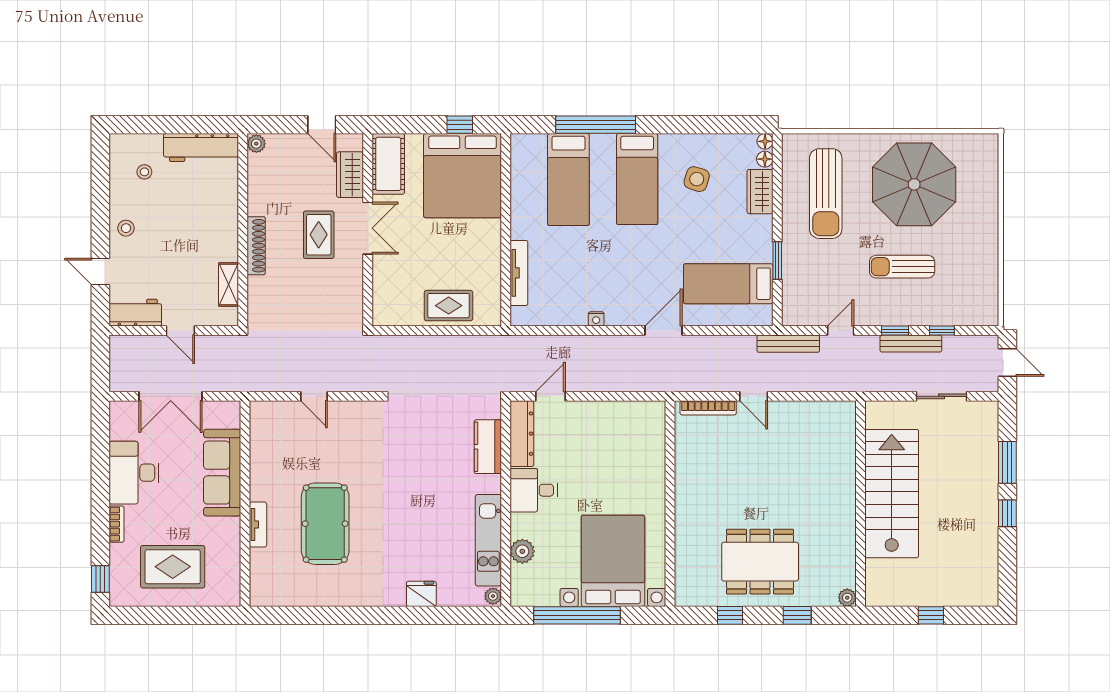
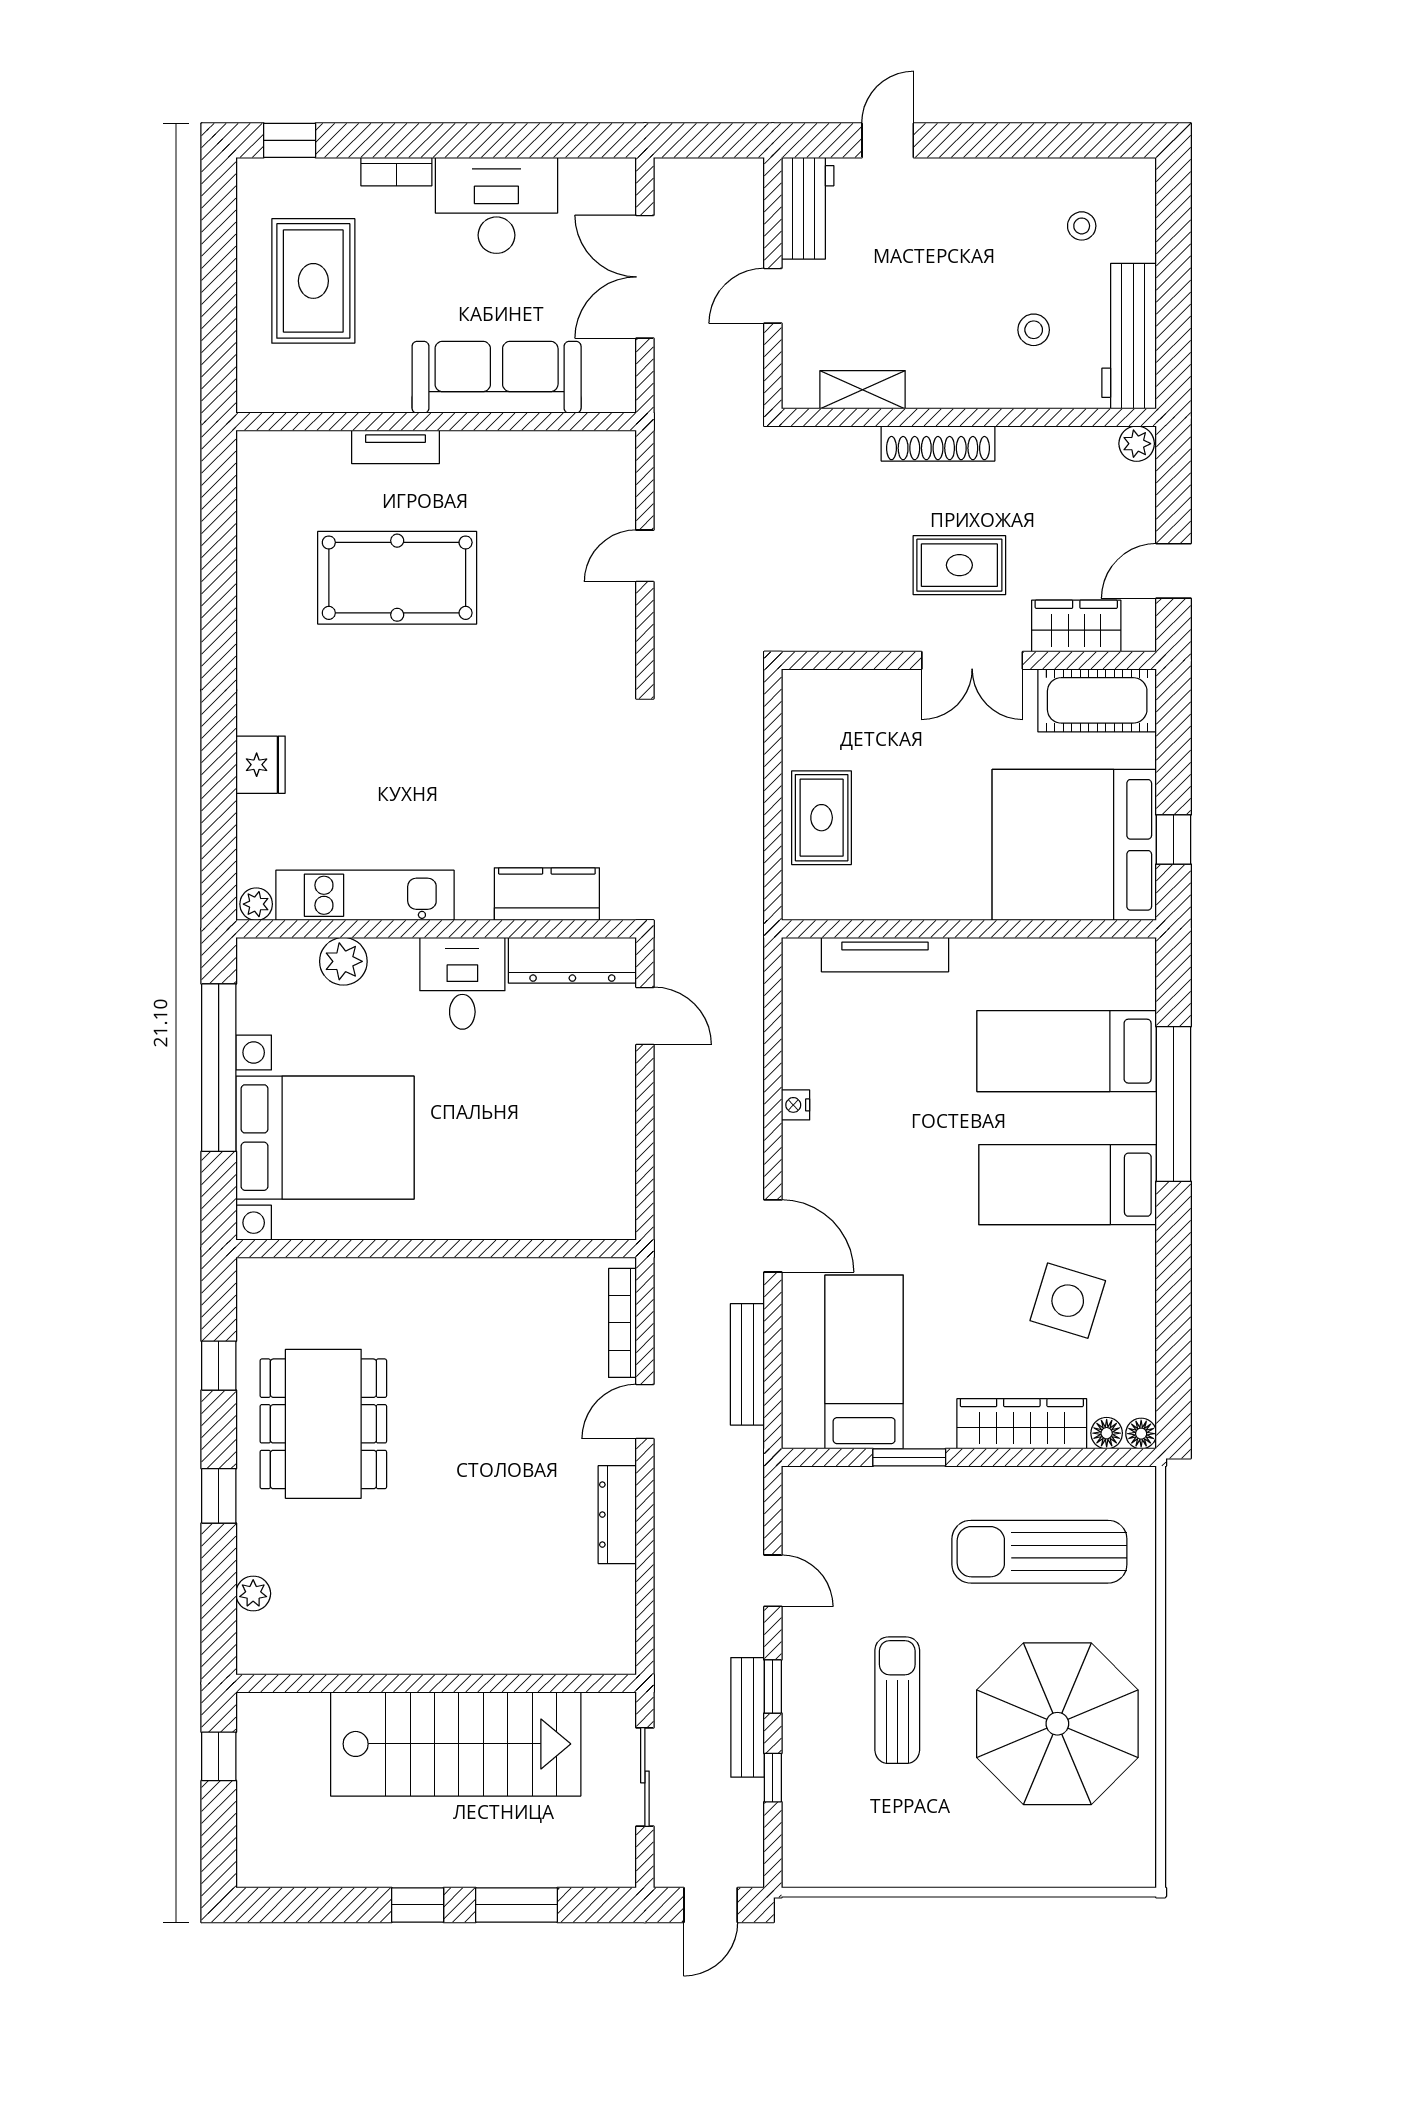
side table: (697, 179) -> (1068, 1301), width x1.37, depth x1.37
wardrobe: (760, 192) -> (1022, 1424), width x1.50
stool: (126, 228) -> (1034, 330), moved
bench: (788, 344) -> (747, 1364), moved
dresser: (807, 411) -> (617, 1515), added
stairs: (892, 494) -> (456, 1744), moved
wall: (861, 504) -> (436, 1683), moved

